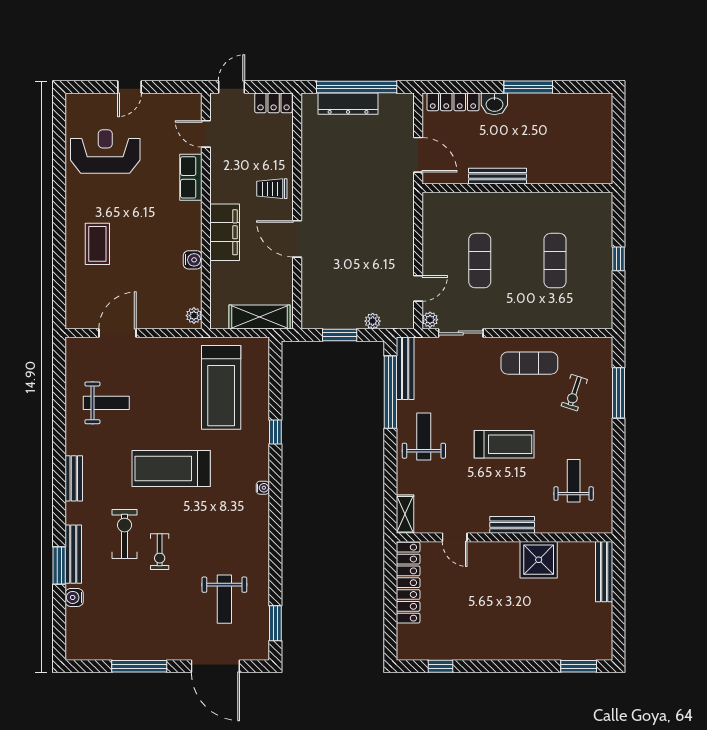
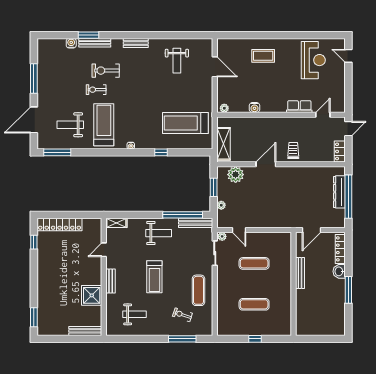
door: (129, 87) -> (348, 56), moved
door: (232, 87) -> (348, 129), hinge flipped
filing cabinet: (225, 232) -> (269, 125), removed
plant: (316, 295) -> (236, 175), added
treadmill: (171, 469) -> (104, 125), moved
exercise bike: (124, 534) -> (106, 71), turned 180
locker: (408, 583) -> (60, 225), moved
window: (275, 623) -> (57, 152), width x1.44

